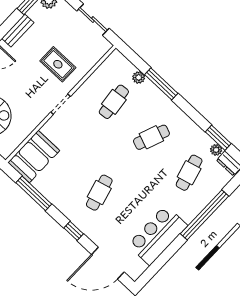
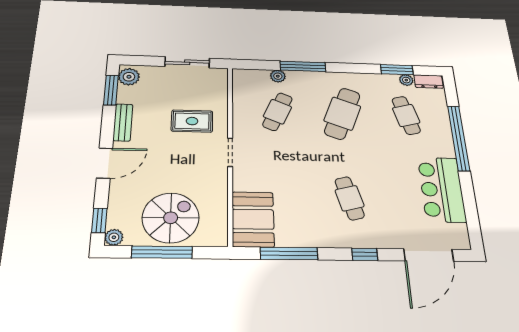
cafe table: (114, 102) -> (277, 112), turned 30
cafe table: (151, 137) -> (342, 114), width x1.37, depth x1.35

